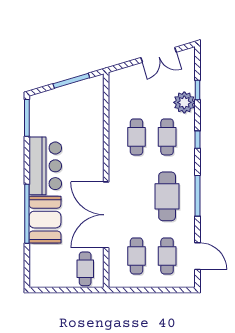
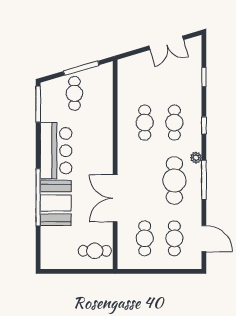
plant: (184, 102) -> (196, 158), moved, width x0.53, depth x0.53
cafe table: (64, 107) -> (74, 93), added
double door: (106, 215) -> (115, 198), width x0.73
cafe table: (85, 269) -> (95, 251), turned 90

